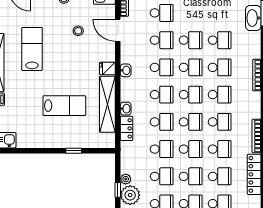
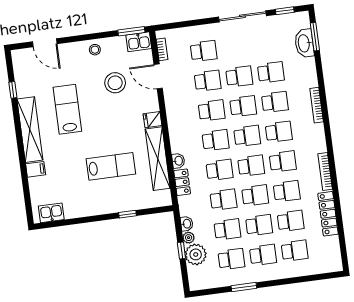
stool: (78, 31) -> (115, 83), width x1.89, depth x1.89
washbasin: (126, 70) -> (187, 224), moved

